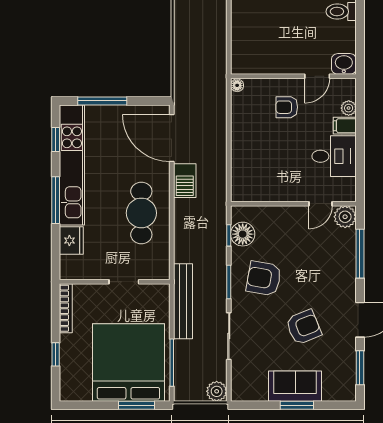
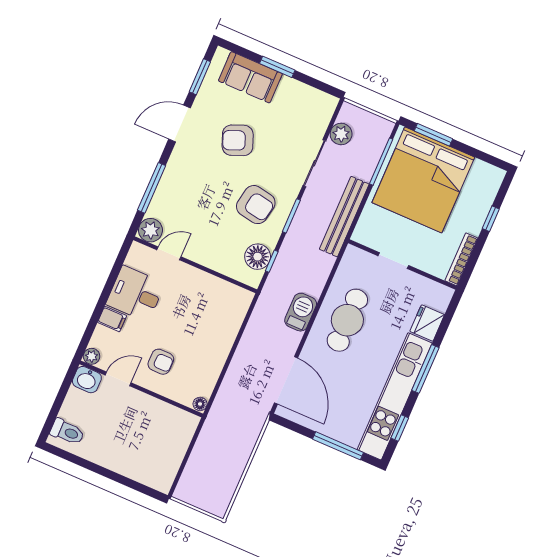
plant: (349, 108) -> (92, 356), moved
barbecue: (185, 181) -> (301, 312), moved
sofa: (295, 386) -> (250, 77), moved
plant: (217, 391) -> (341, 134), moved

